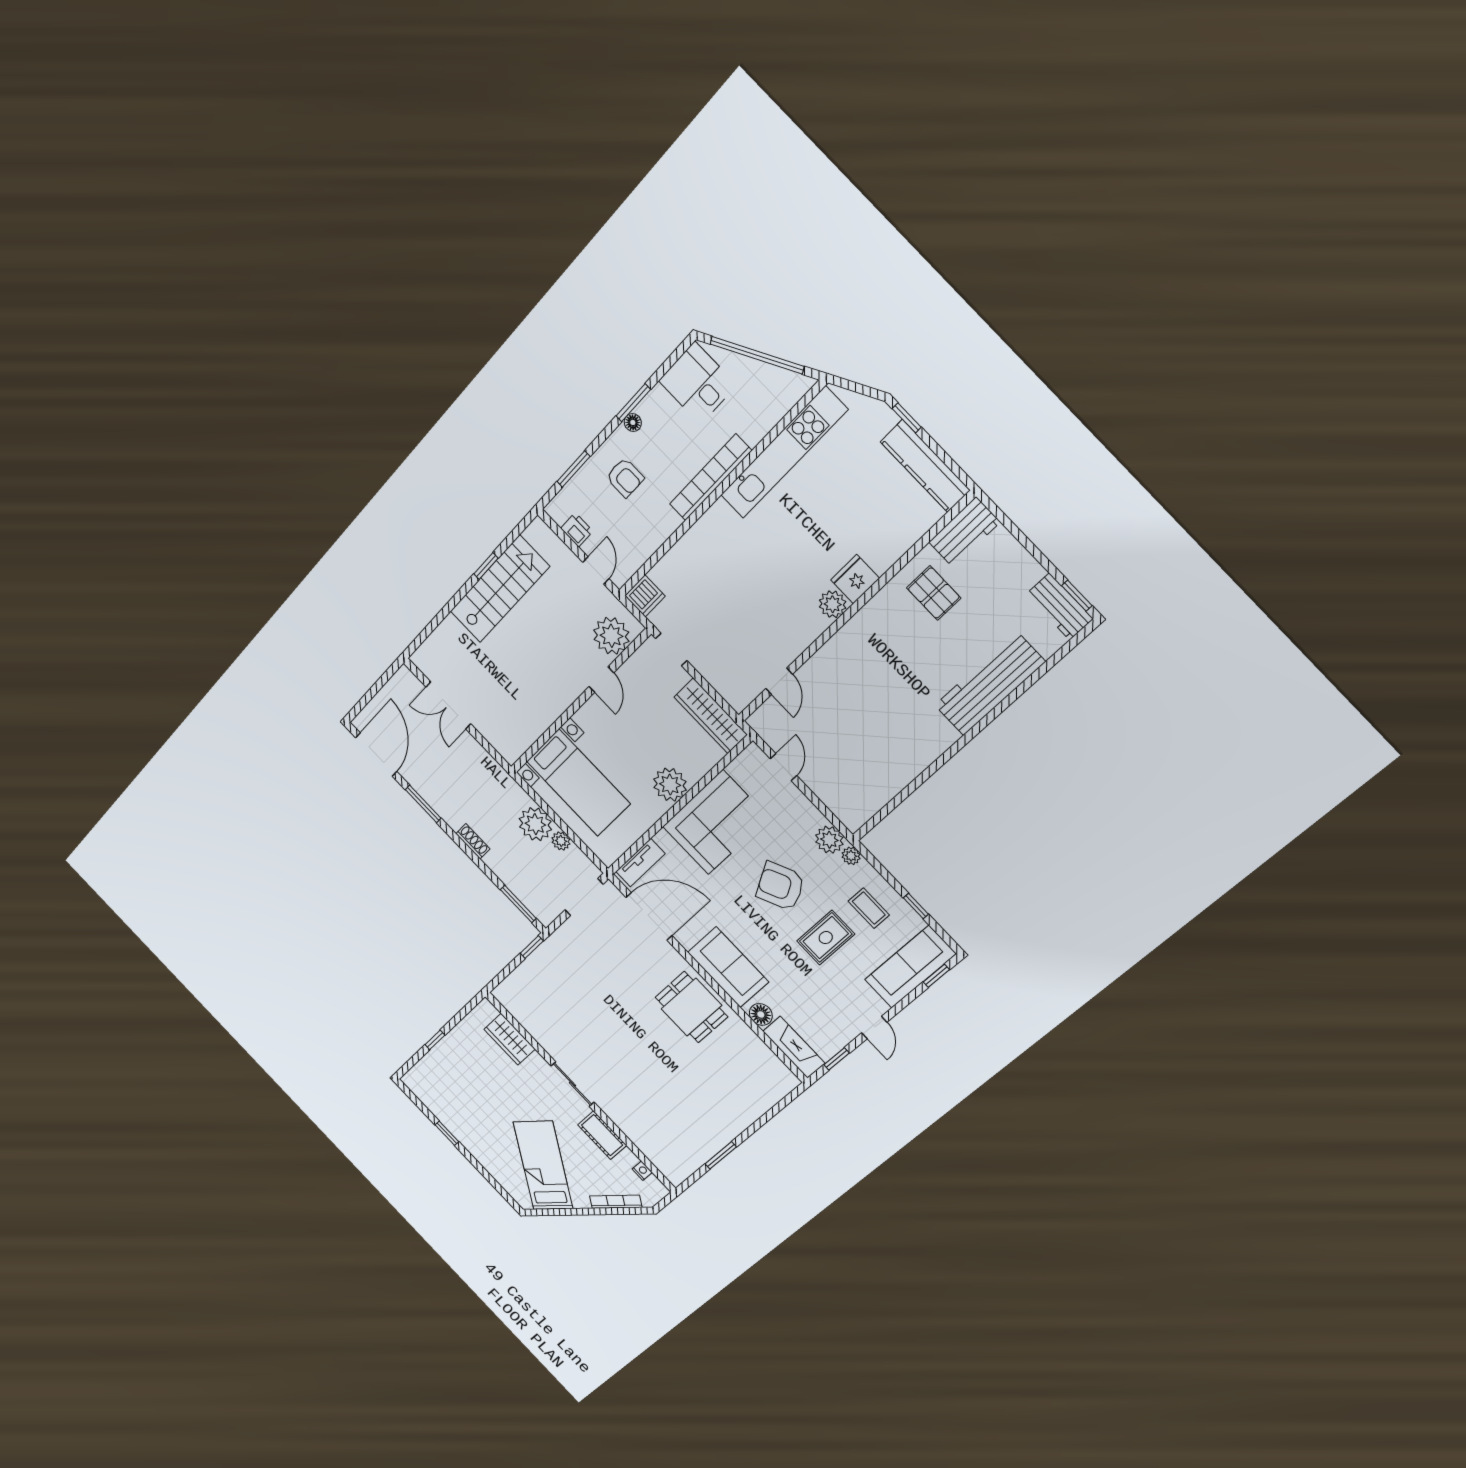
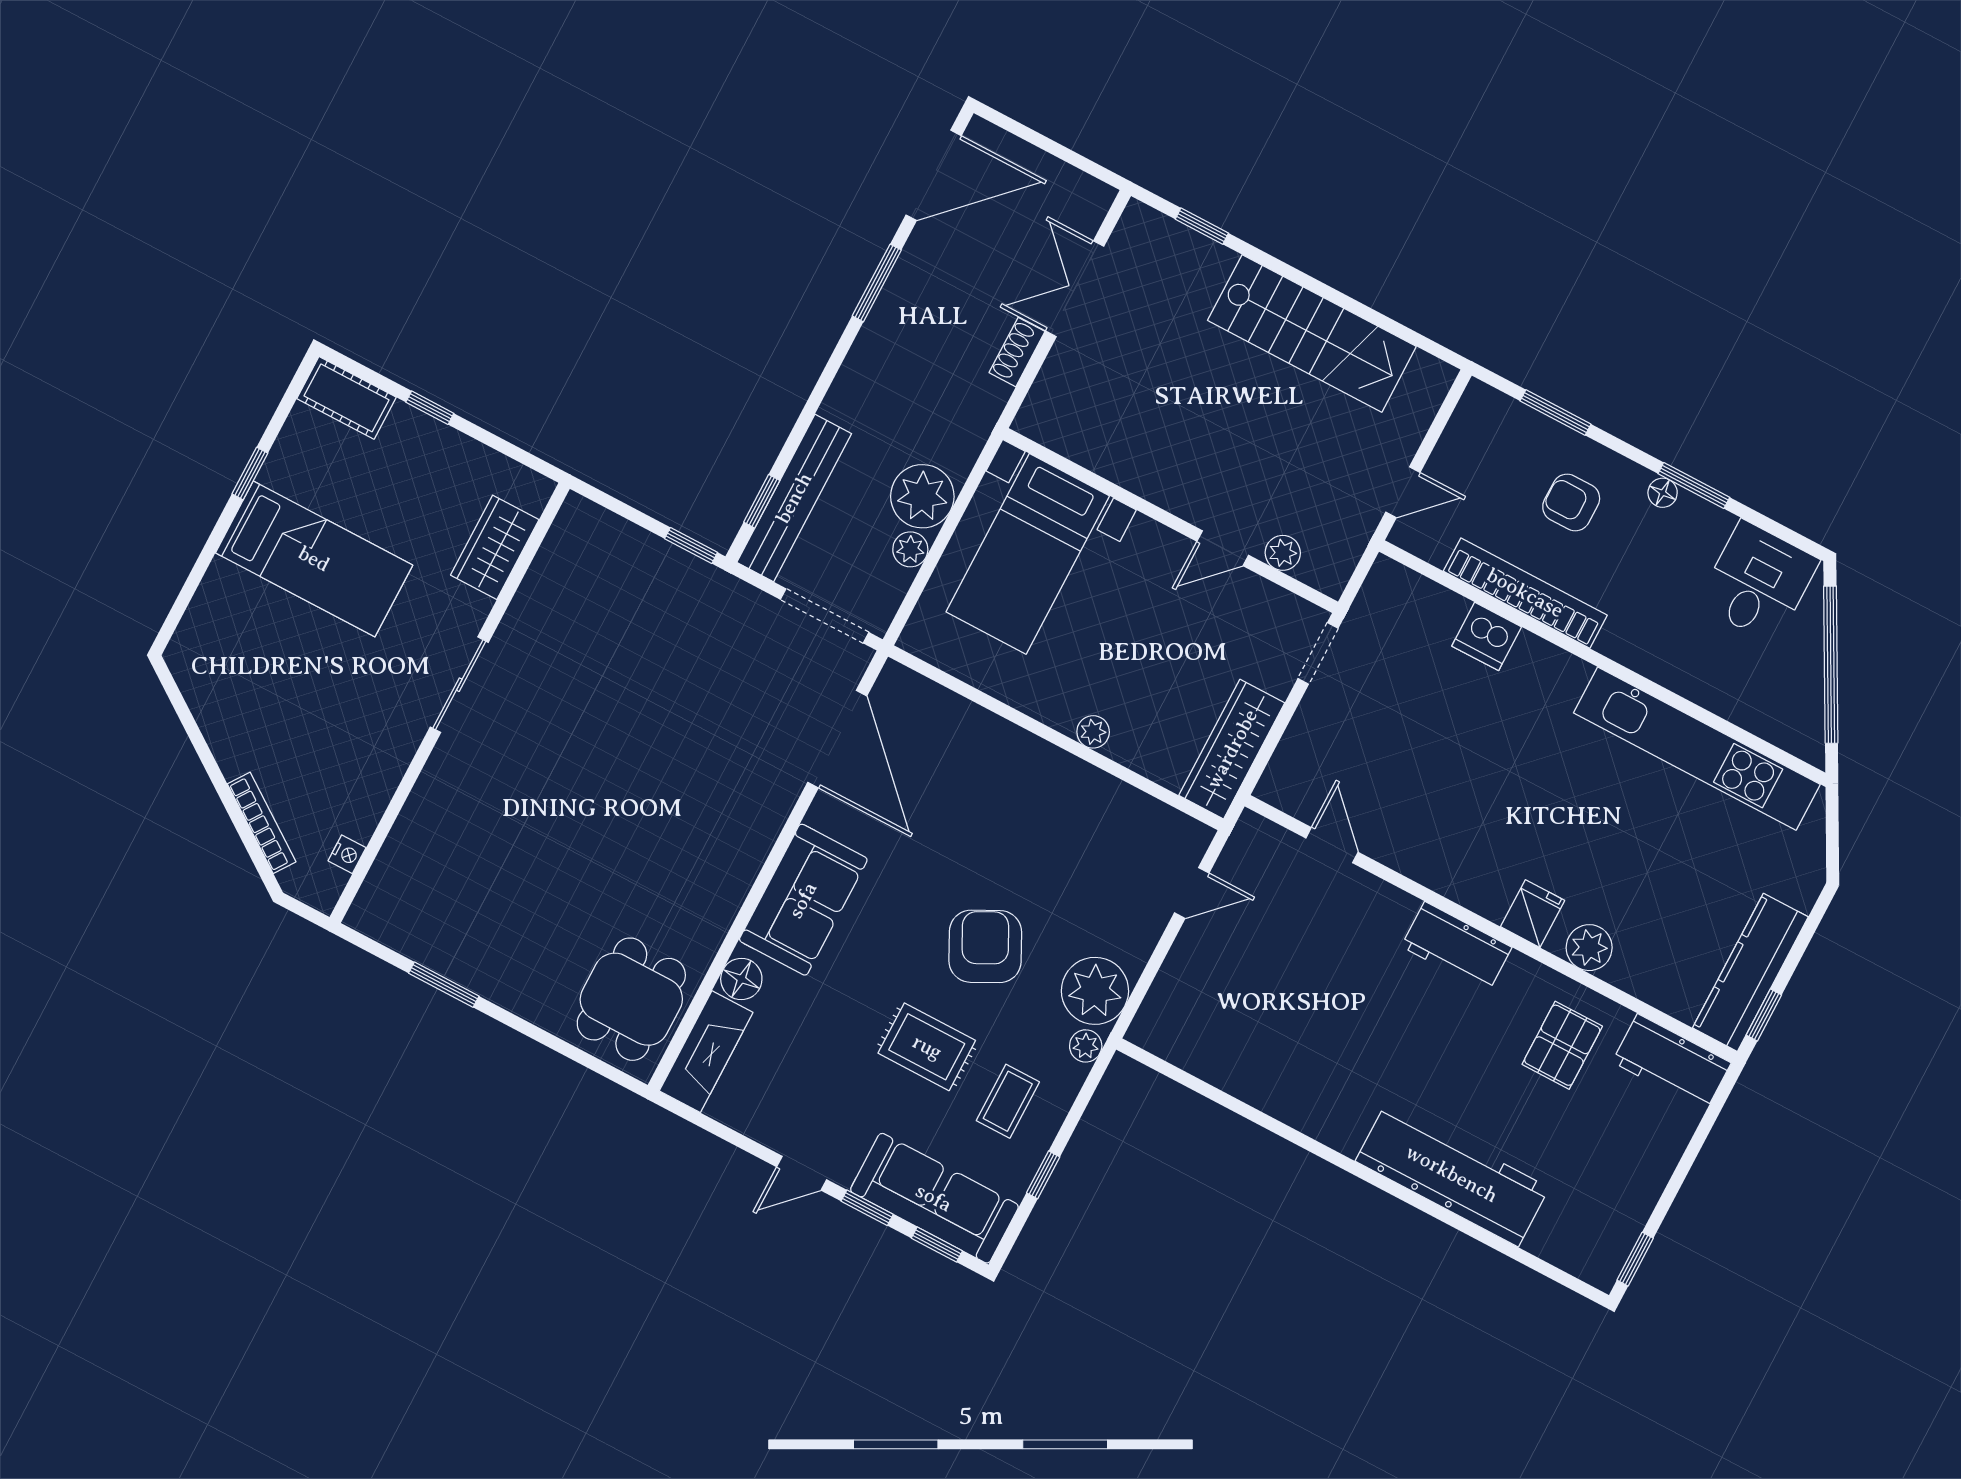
window: (907, 418) -> (1764, 1015), moved
bookcase: (710, 477) -> (1525, 593), moved
armchair: (625, 478) -> (1571, 503), turned 90
printer: (577, 530) -> (1459, 443), removed
window: (486, 566) -> (1202, 226), moved
fridge: (855, 579) -> (1533, 914), width x0.72
dishwasher: (645, 596) -> (1487, 636), moved
plant: (833, 604) -> (1589, 948), moved
workbench: (1060, 607) -> (1457, 947), moved, turned -90
plant: (611, 636) -> (1283, 553), width x0.53, depth x0.53
door: (779, 681) -> (1332, 845), swing flipped
plant: (670, 785) -> (1093, 732), width x0.53, depth x0.53
corner sofa: (715, 822) -> (1052, 807), removed
plant: (829, 840) -> (1095, 991), width x1.36, depth x1.36
shoe rack: (473, 841) -> (1017, 352), moved, turned 180
tv unit: (640, 863) -> (929, 699), removed
bench: (521, 888) -> (794, 498), added
window: (518, 904) -> (762, 501), width x0.67
dining table: (691, 1007) -> (631, 999), moved
window: (837, 1059) -> (867, 1208), moved
cot: (602, 1135) -> (346, 398), moved, turned 90
bed: (543, 1165) -> (314, 559), moved, turned 55

